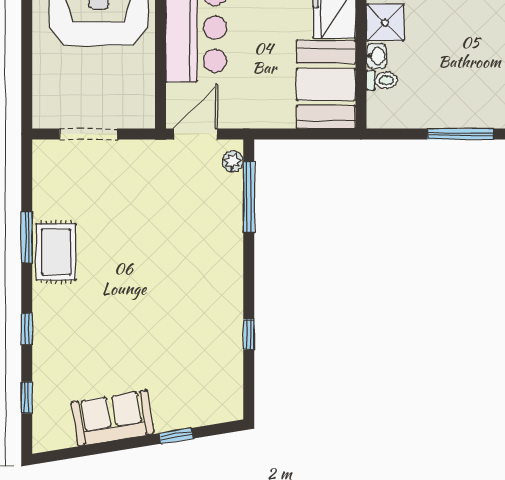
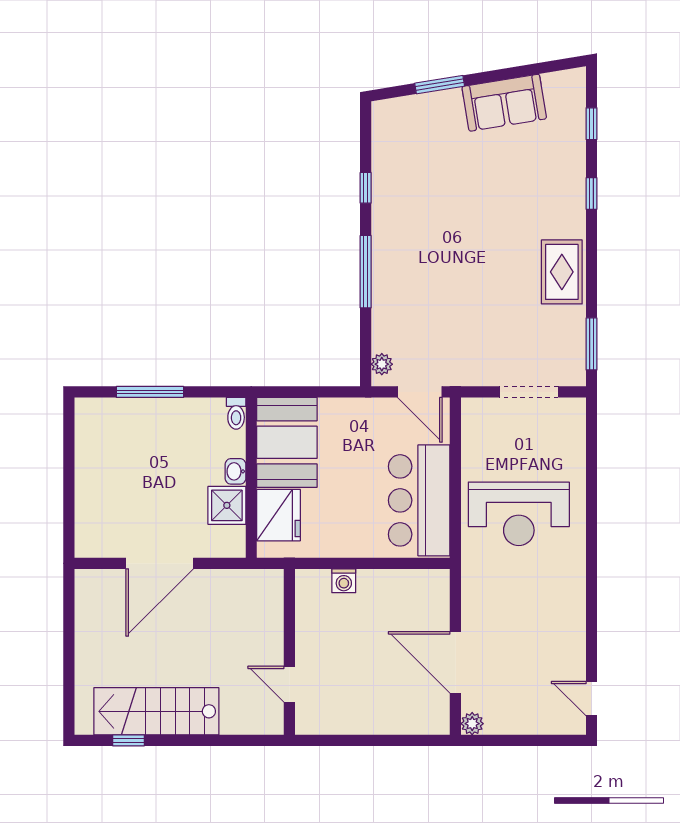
toilet: (382, 80) -> (236, 413), moved, turned -90
door: (196, 134) -> (420, 392), hinge flipped
window: (249, 197) -> (366, 272), moved
window: (27, 237) -> (592, 344), moved
window: (176, 436) -> (440, 85), width x1.50

